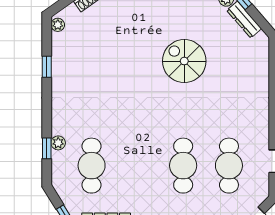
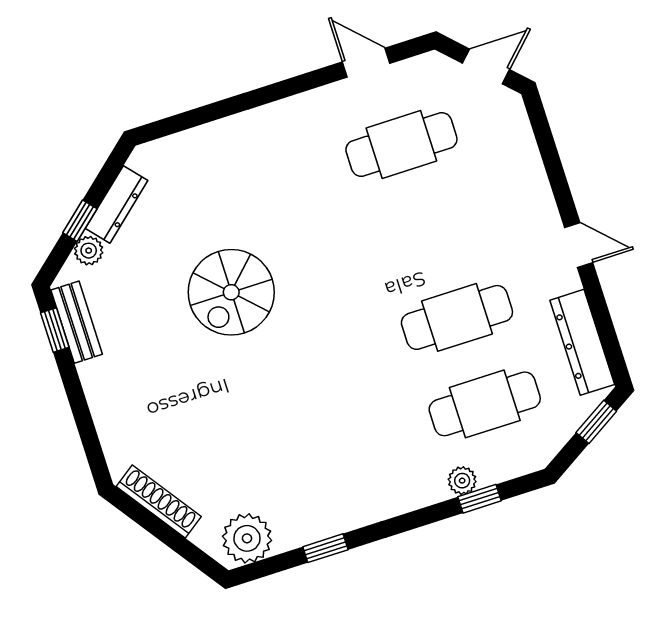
plant: (58, 25) -> (247, 538), width x1.87, depth x1.87
cafe table: (183, 166) -> (457, 317), moved

